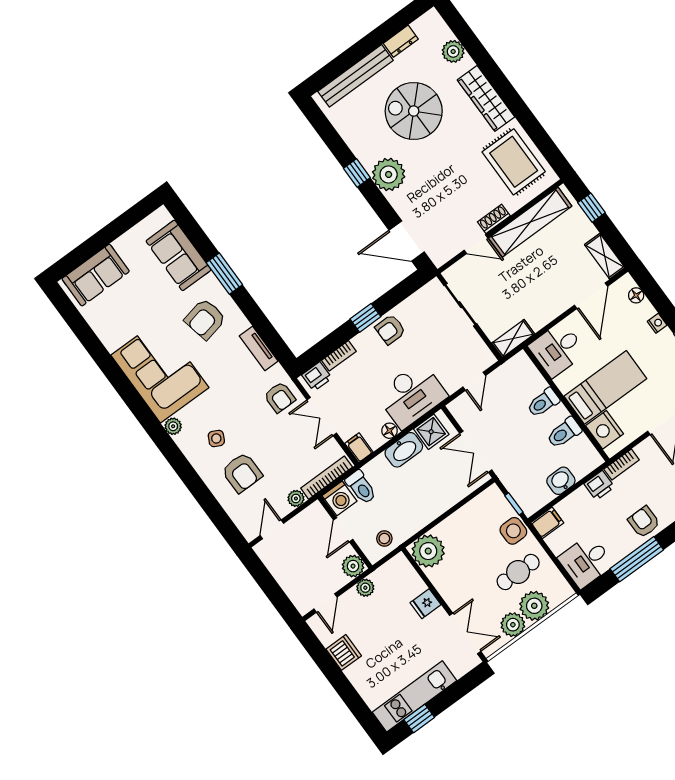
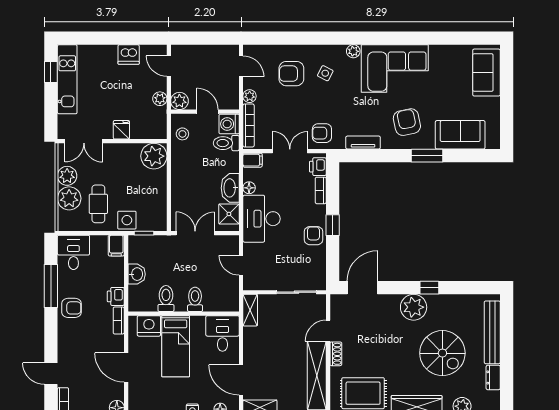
spiral stairs: (414, 111) -> (442, 353), turned 90

